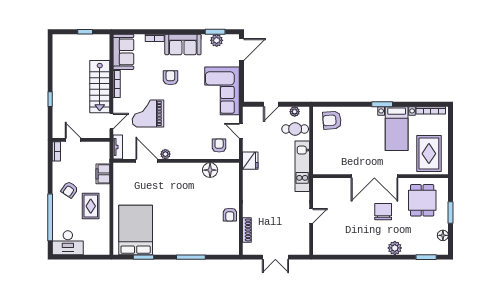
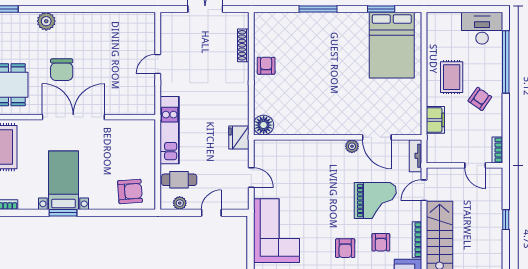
bed with nightstands: (397, 129) -> (64, 180), moved
armchair: (219, 146) -> (381, 242), moved
floor lamp: (210, 170) -> (264, 125), moved

